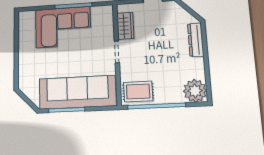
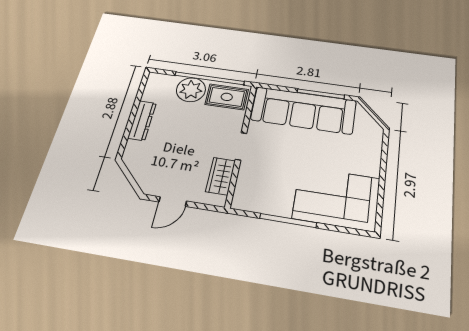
corner sofa: (63, 27) -> (336, 198), moved
dresser: (196, 40) -> (142, 121), moved
plant: (195, 91) -> (191, 90), moved

